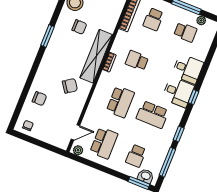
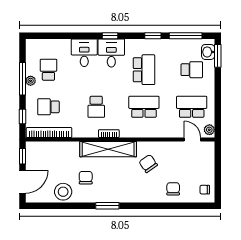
school desk: (153, 19) -> (48, 107), turned 180
plant: (201, 21) -> (31, 81), moved

